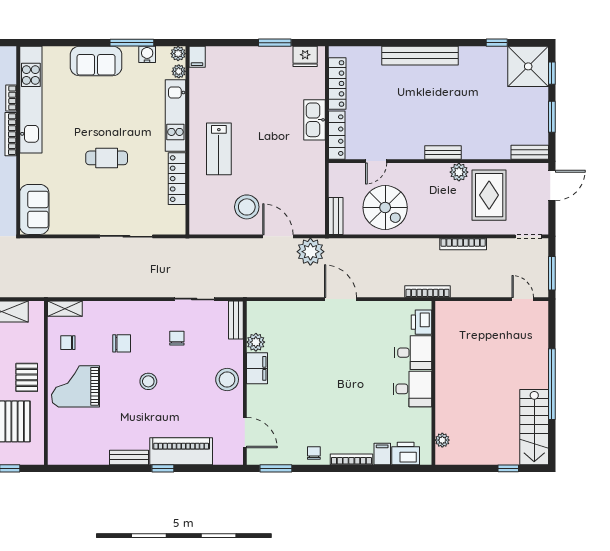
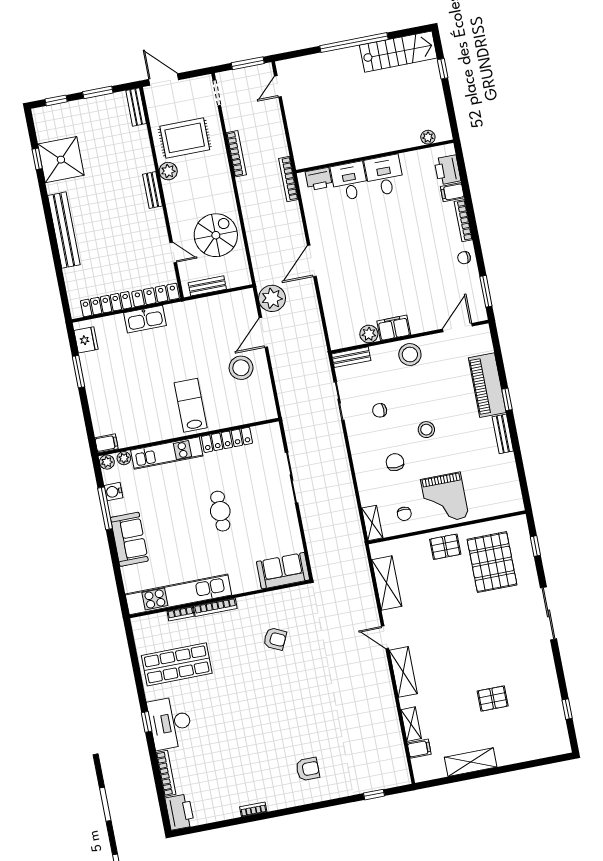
shower: (528, 66) -> (61, 160), moved
lab bench: (219, 149) -> (191, 405), turned -90
bench: (336, 216) -> (207, 286), moved

